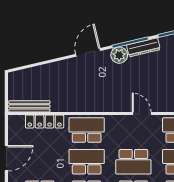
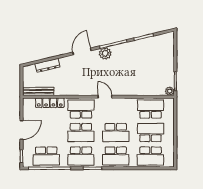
dresser: (143, 47) -> (47, 65), moved
door: (142, 114) -> (105, 97), moved
school desk: (87, 162) -> (81, 133), turned 180

